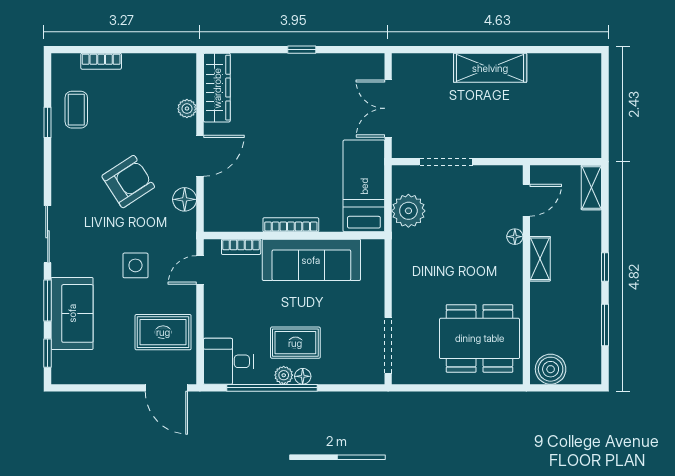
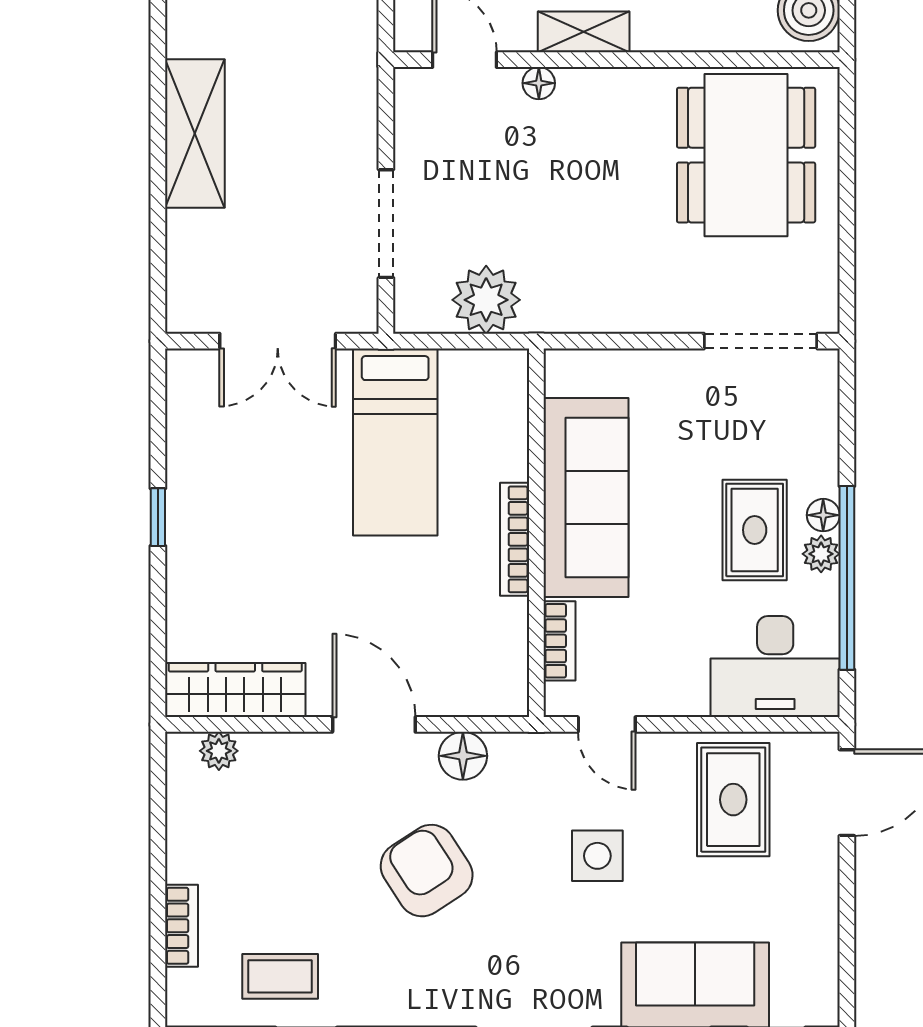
plant: (187, 109) -> (219, 751), moved
bed: (364, 186) -> (395, 442), moved, turned -90
desk: (228, 361) -> (775, 667), width x1.37

